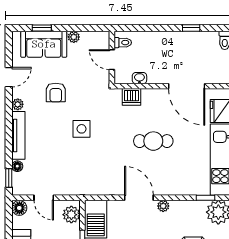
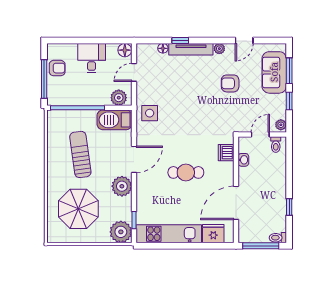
window: (42, 28) -> (289, 71), width x1.50
window: (75, 28) -> (289, 101), added
plant: (74, 37) -> (281, 125), moved
door: (9, 77) -> (244, 40), hinge flipped
side table: (82, 129) -> (150, 113), moved
cafe table: (153, 141) -> (186, 172), turned 90
window: (9, 178) -> (180, 40), moved
plant: (163, 206) -> (122, 186), width x1.88, depth x1.88

